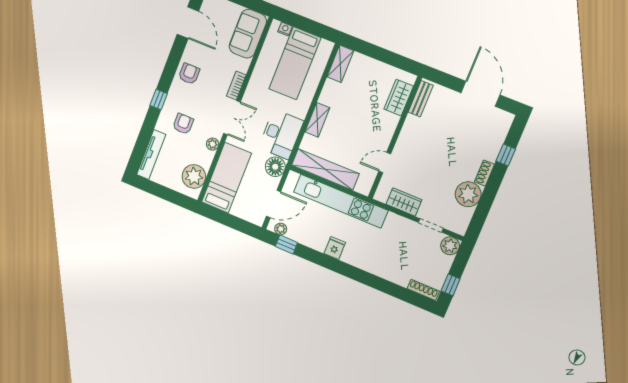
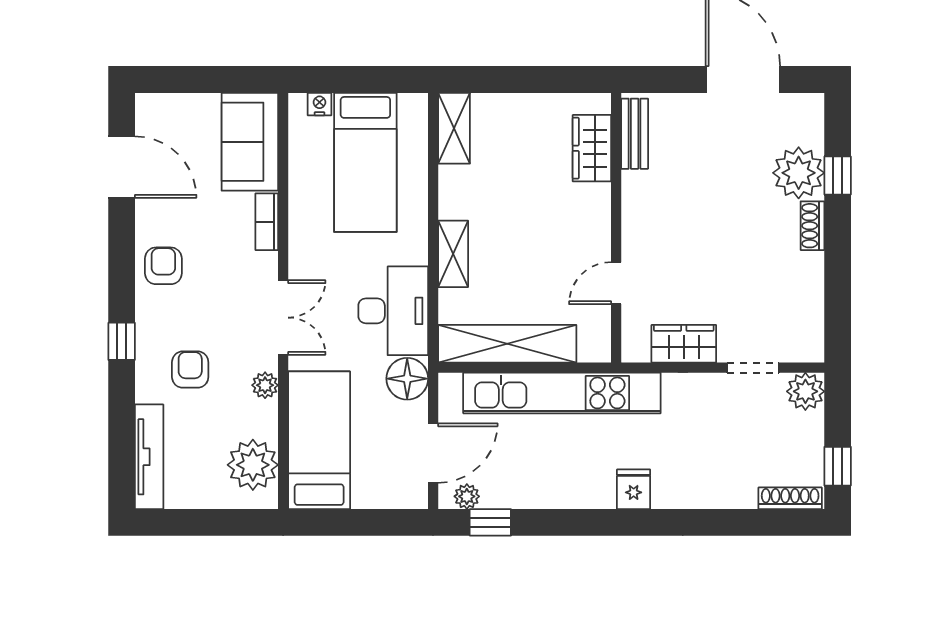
bookcase: (236, 86) -> (267, 222), moved
plant: (468, 194) -> (799, 173), moved
fridge: (335, 248) -> (634, 489), moved

